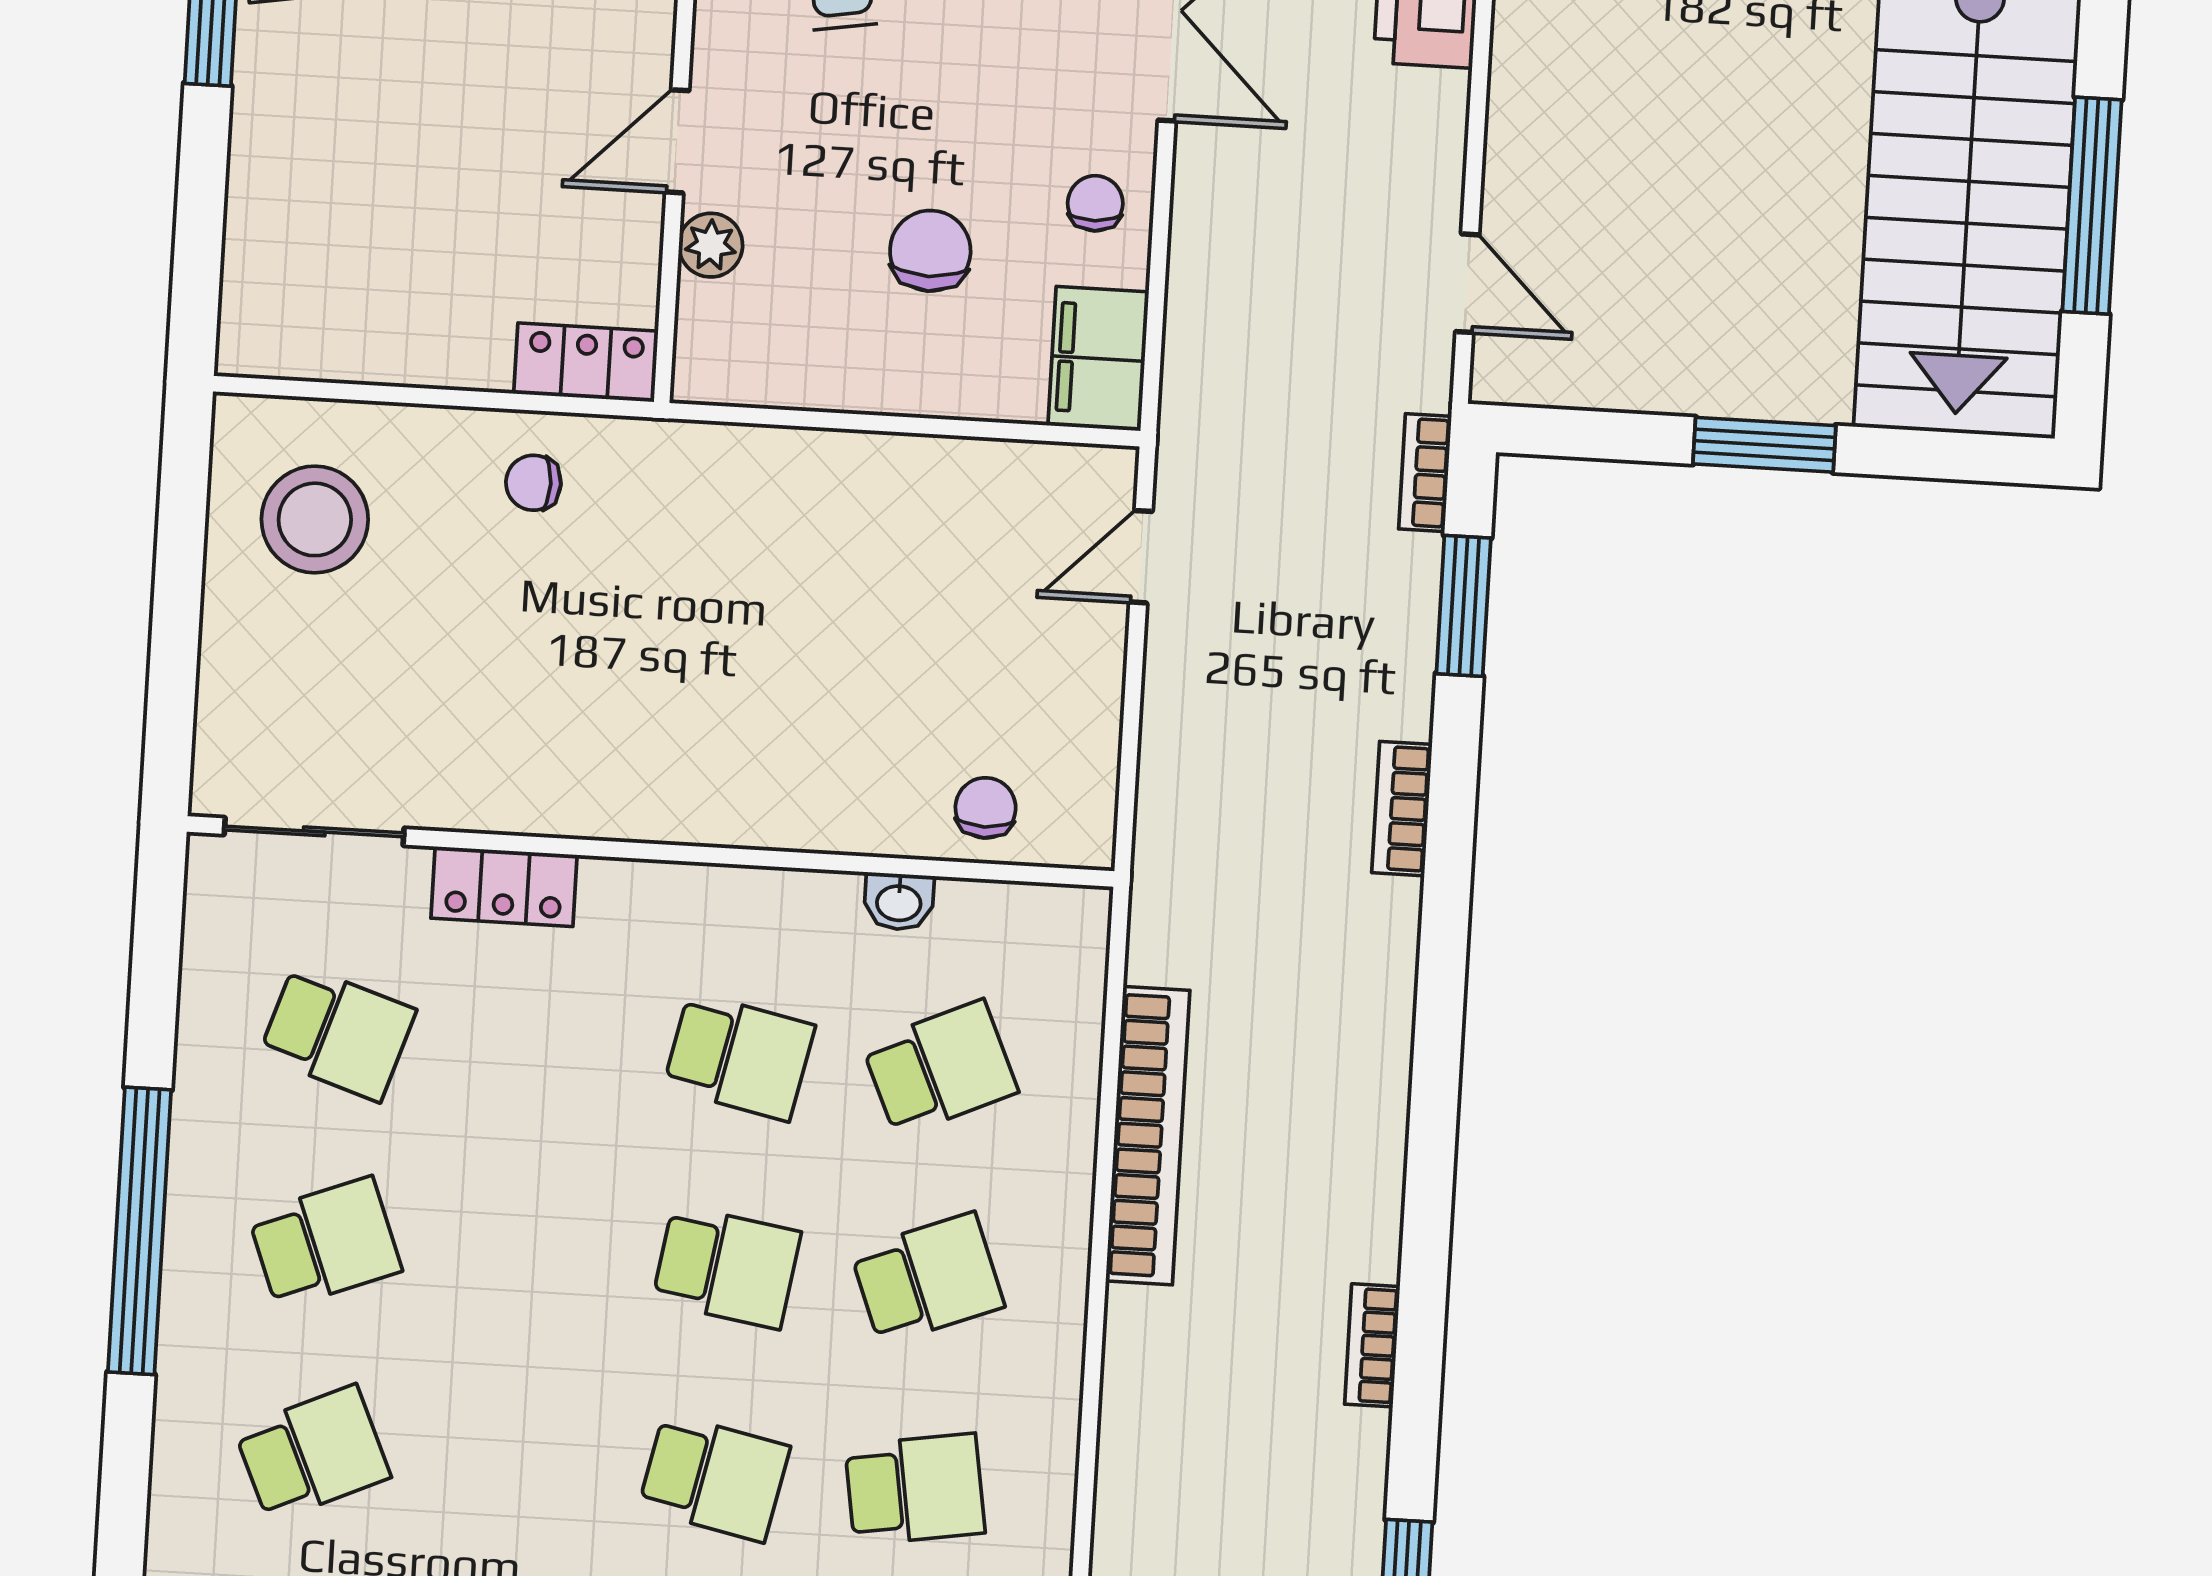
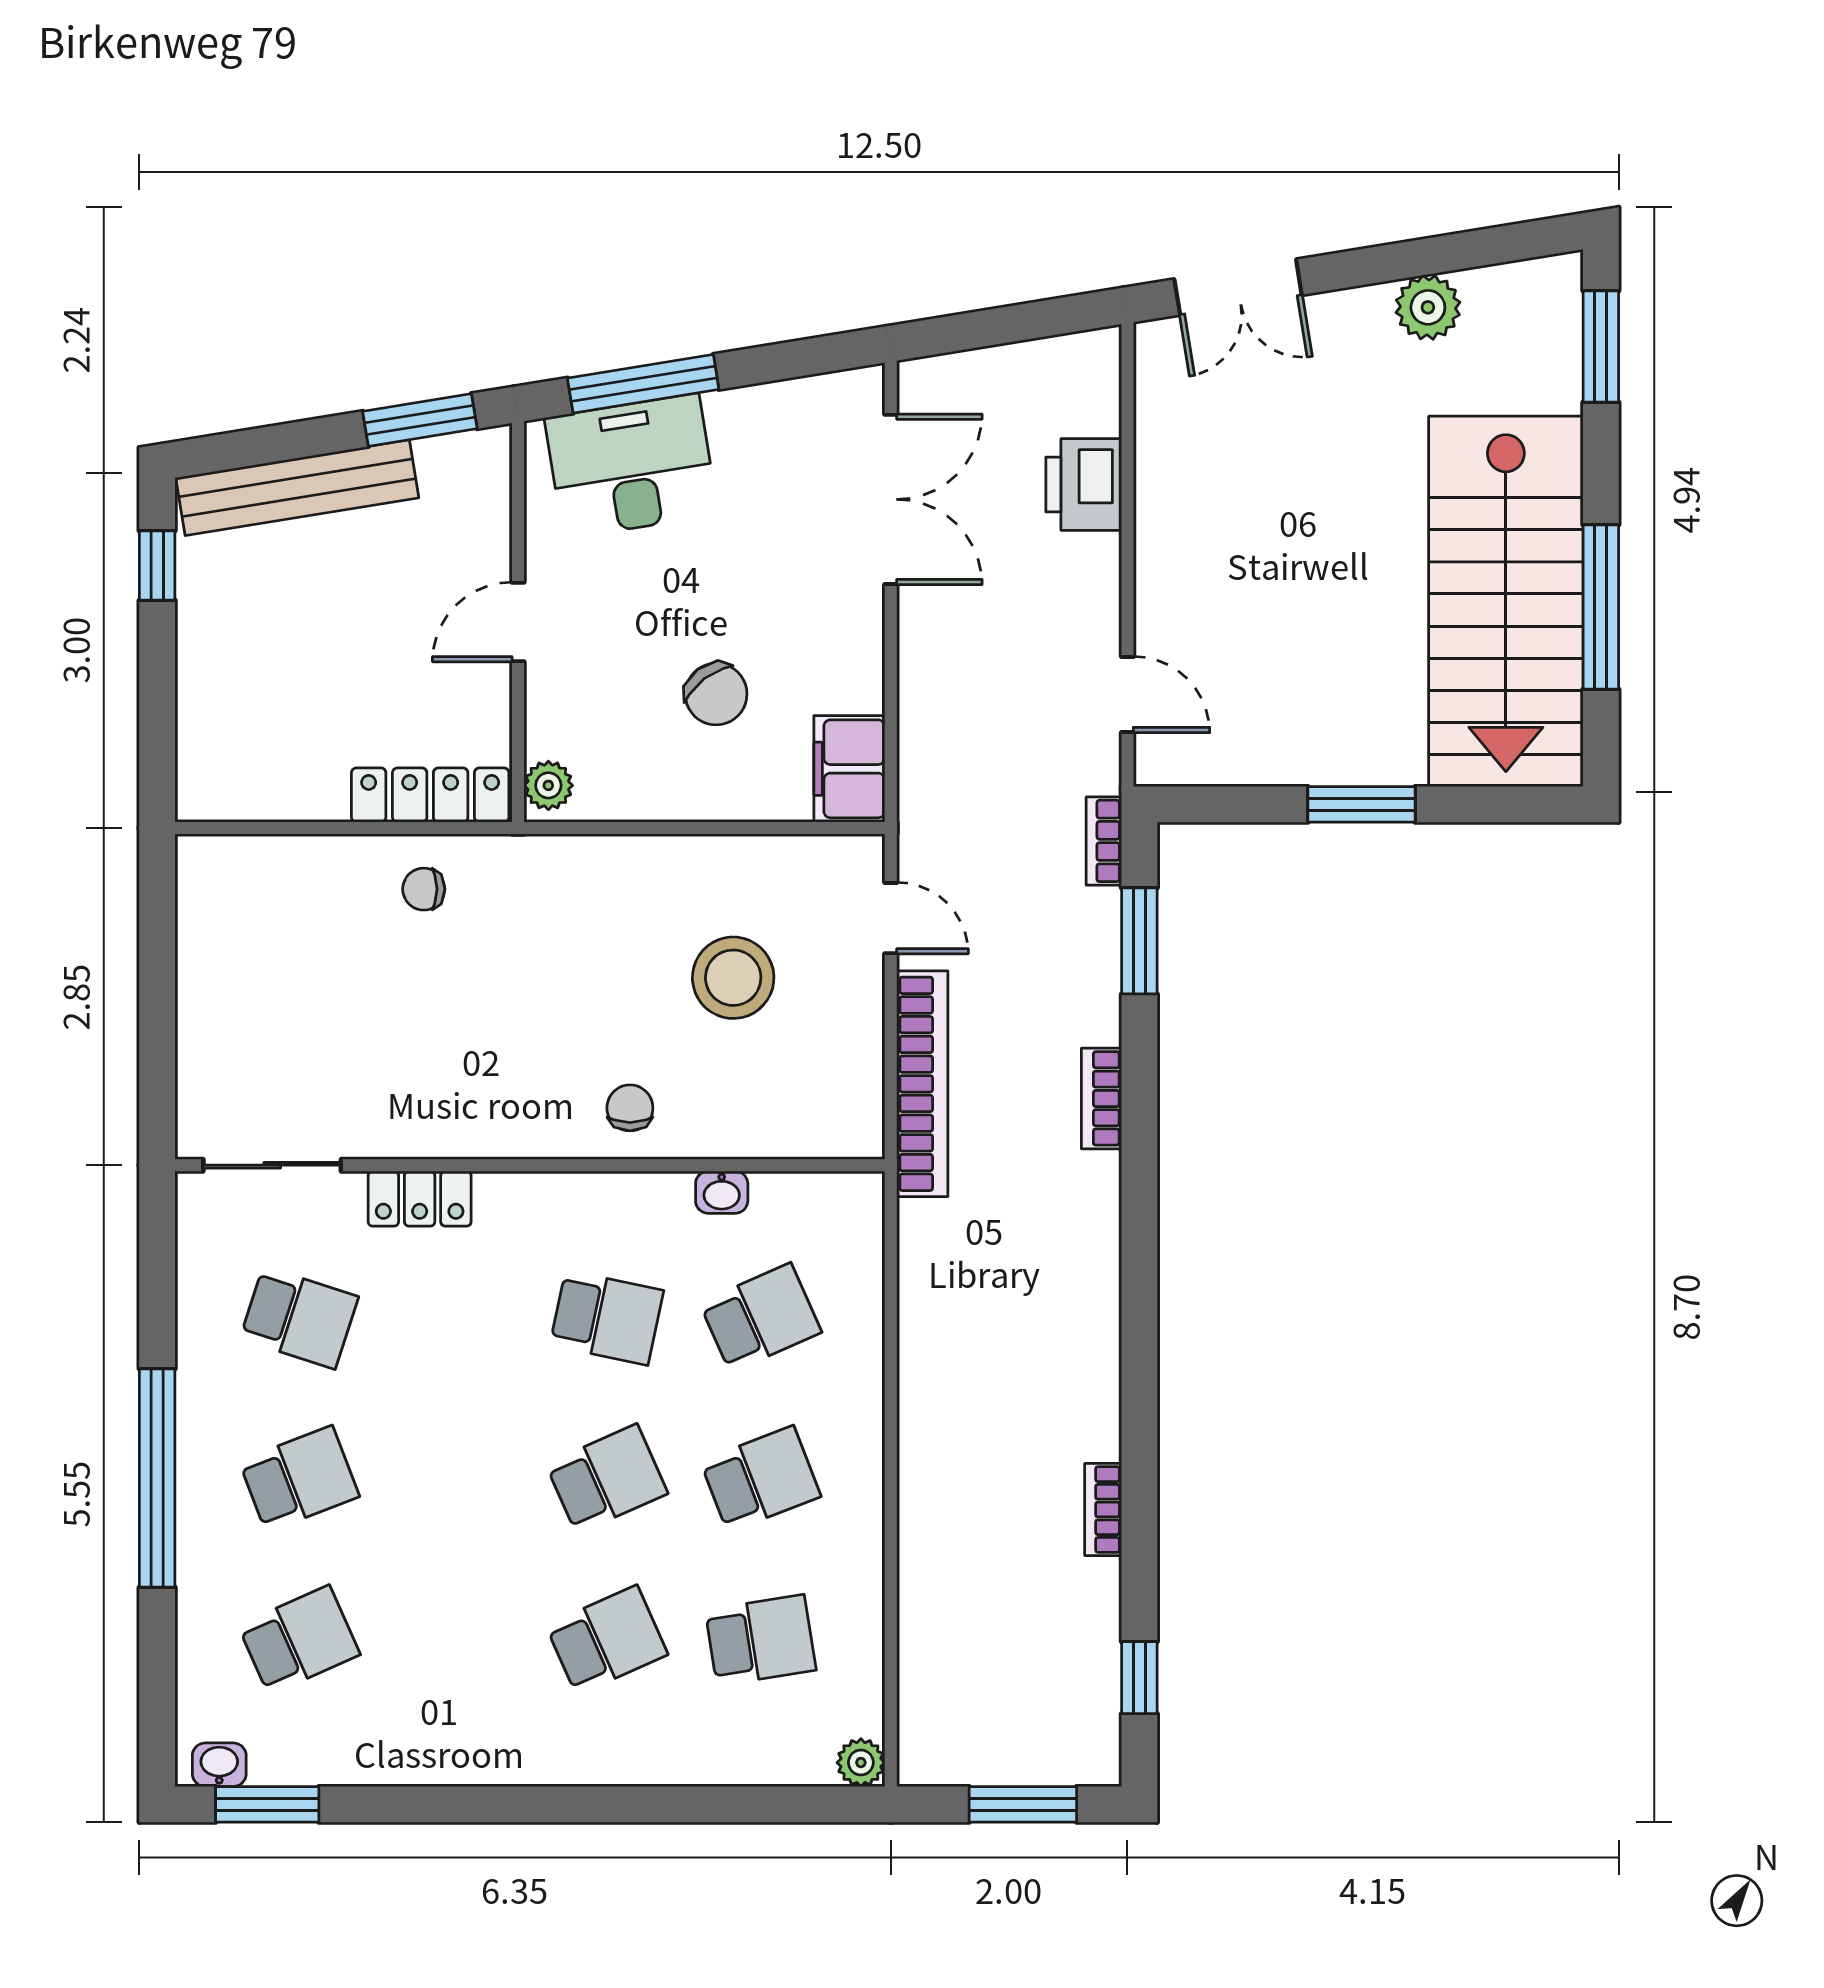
chair: (1095, 203) -> (840, 650), removed
plant: (711, 245) -> (548, 785), moved
chair: (930, 251) -> (716, 694), turned 143
locker: (586, 362) -> (430, 795), width x1.53
stool: (315, 519) -> (733, 978), moved
door: (1141, 557) -> (891, 918), swing flipped
chair: (986, 808) -> (630, 1108), moved
bookcase: (1148, 1136) -> (922, 1084), moved
school desk: (727, 1267) -> (607, 1479), turned -33
school desk: (714, 1477) -> (607, 1640), turned -36

